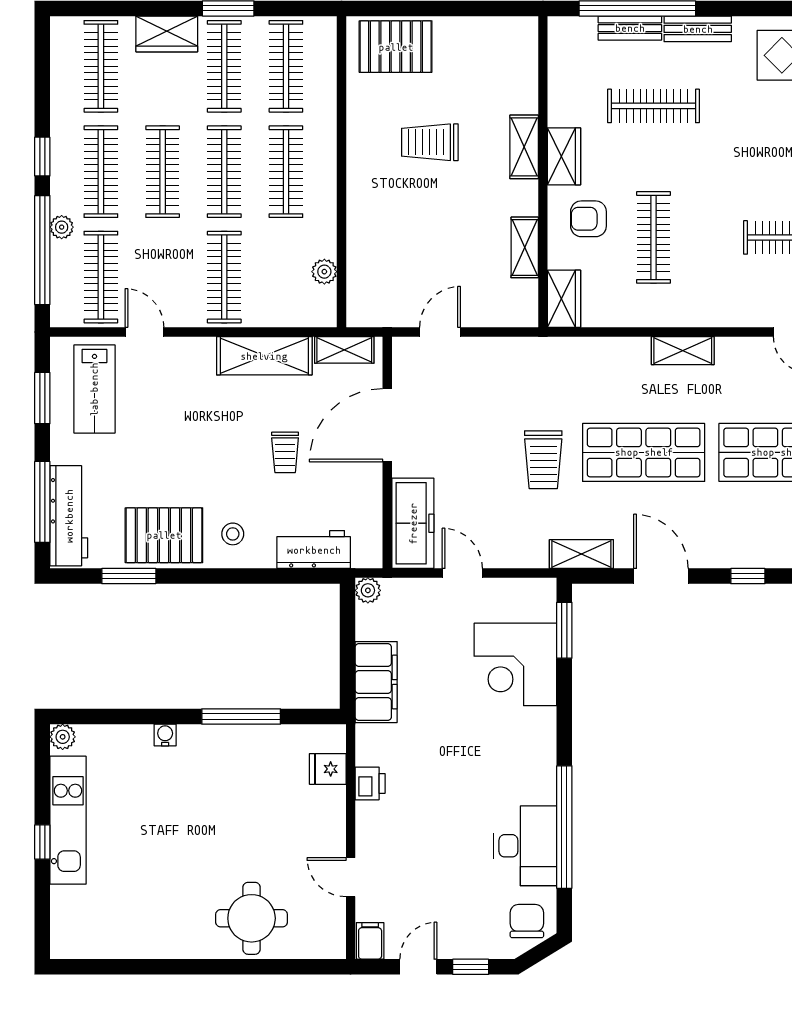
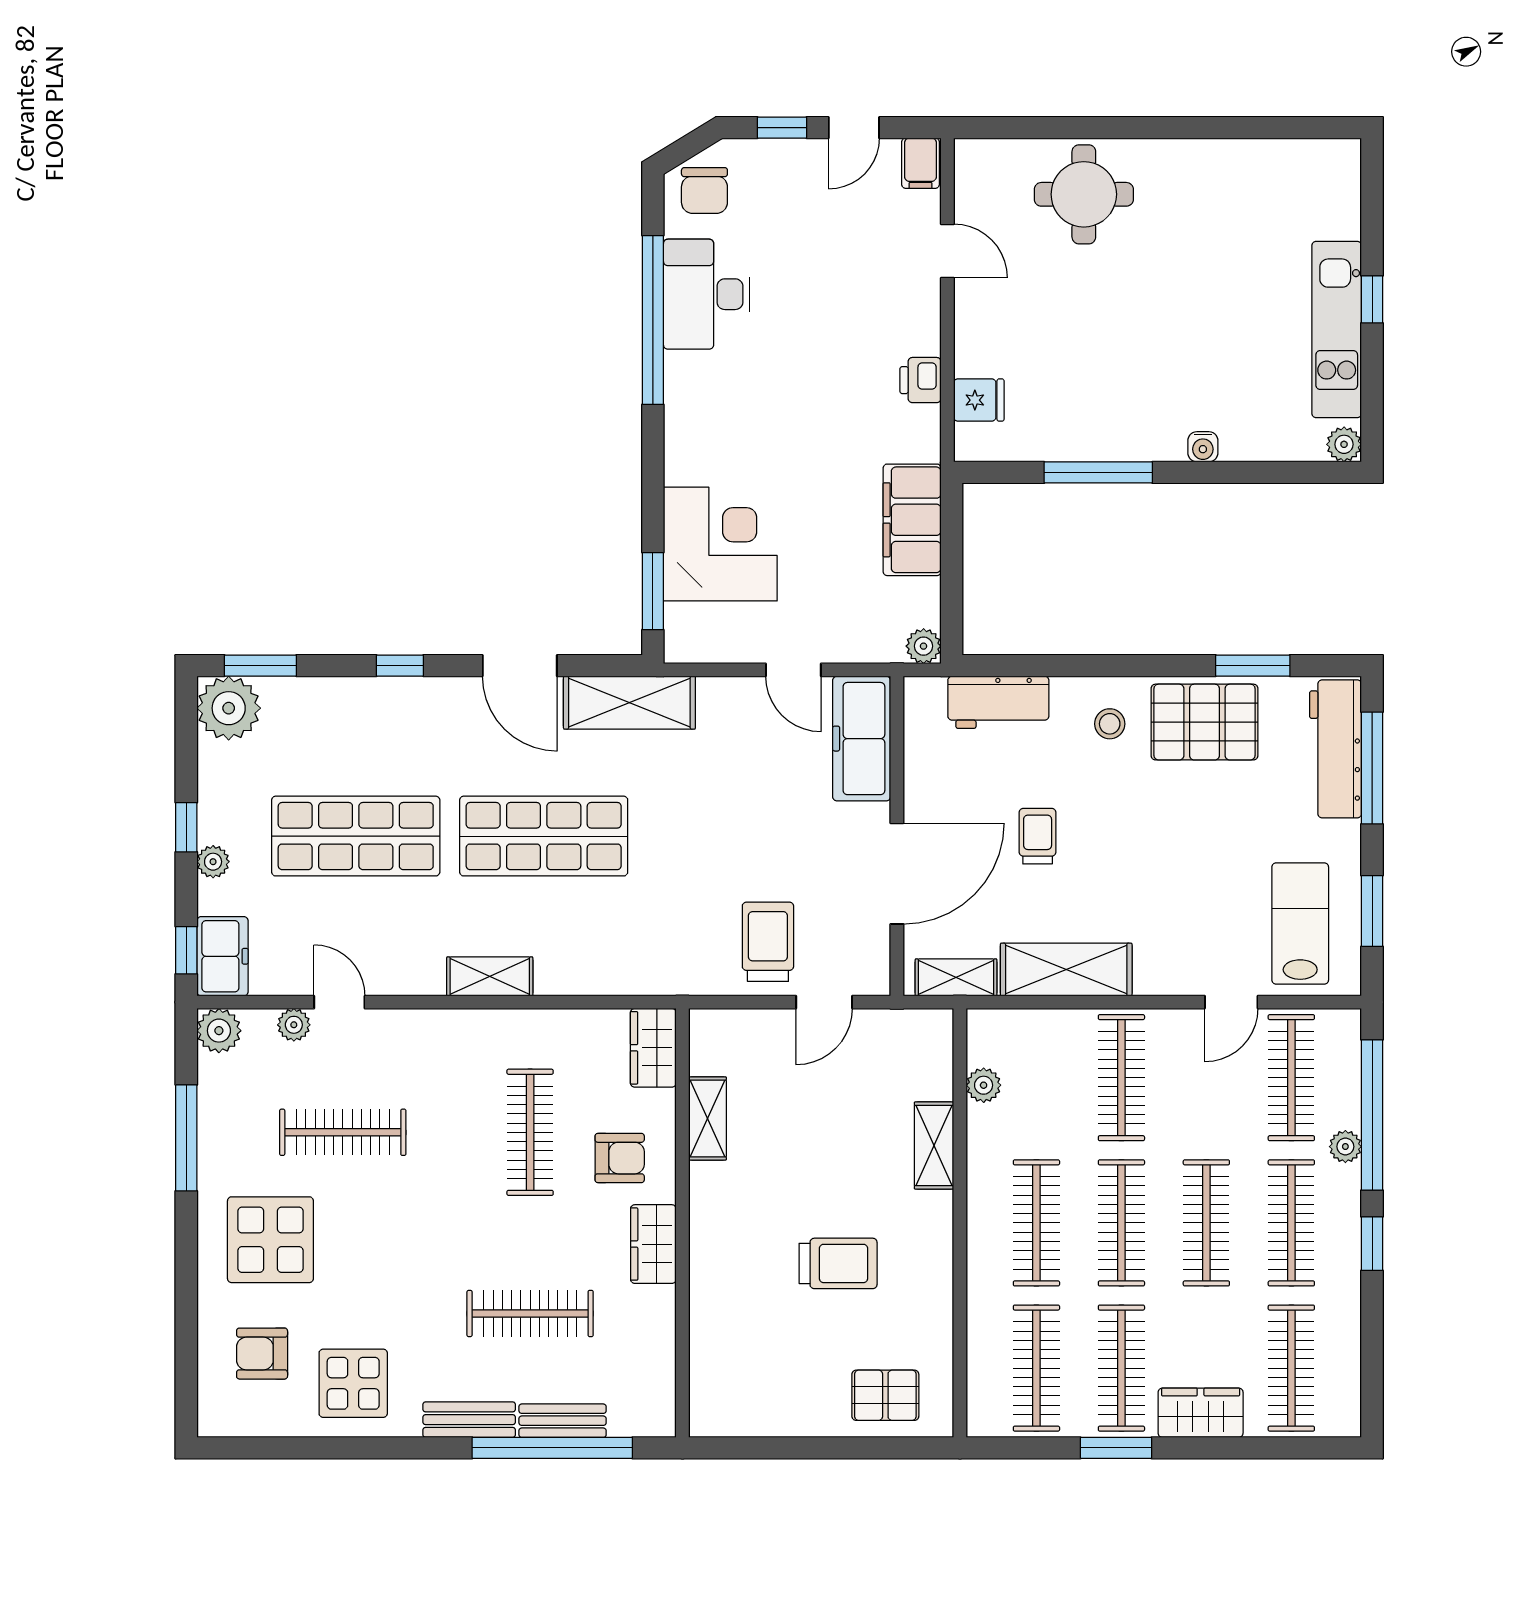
pallet: (396, 47) -> (885, 1395), width x0.67, depth x0.71
shelving: (524, 147) -> (934, 1146), moved
door: (144, 332) -> (1231, 1002), hinge flipped
trolley: (543, 460) -> (768, 942), moved
shelving: (581, 554) -> (629, 703), width x1.50, depth x1.33

